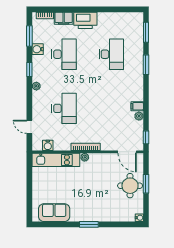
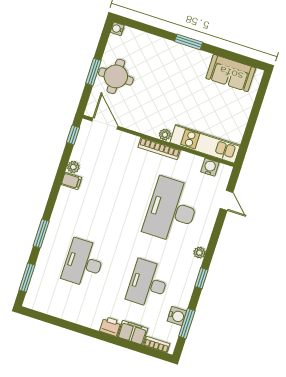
printer: (85, 20) -> (110, 326), width x0.53, depth x0.68
water cooler: (38, 49) -> (177, 316), moved
desk: (64, 108) -> (172, 210), width x1.36, depth x1.30

